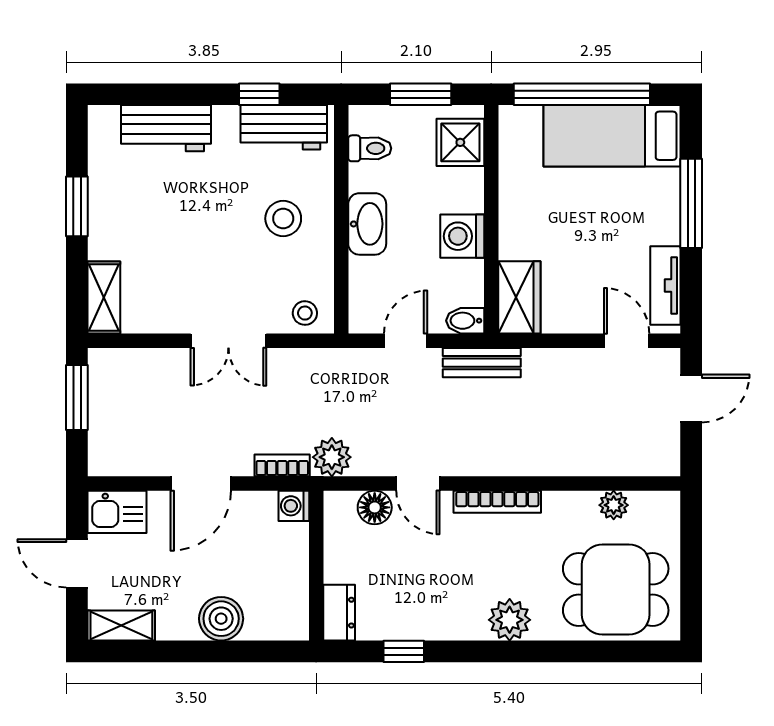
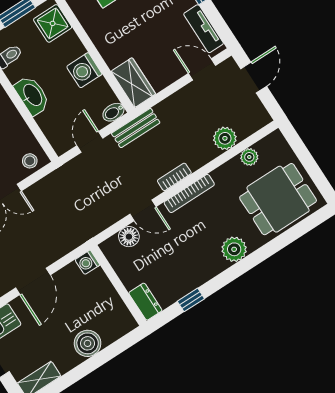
plant: (332, 457) -> (225, 138), moved
bookcase: (282, 465) -> (174, 177), moved

